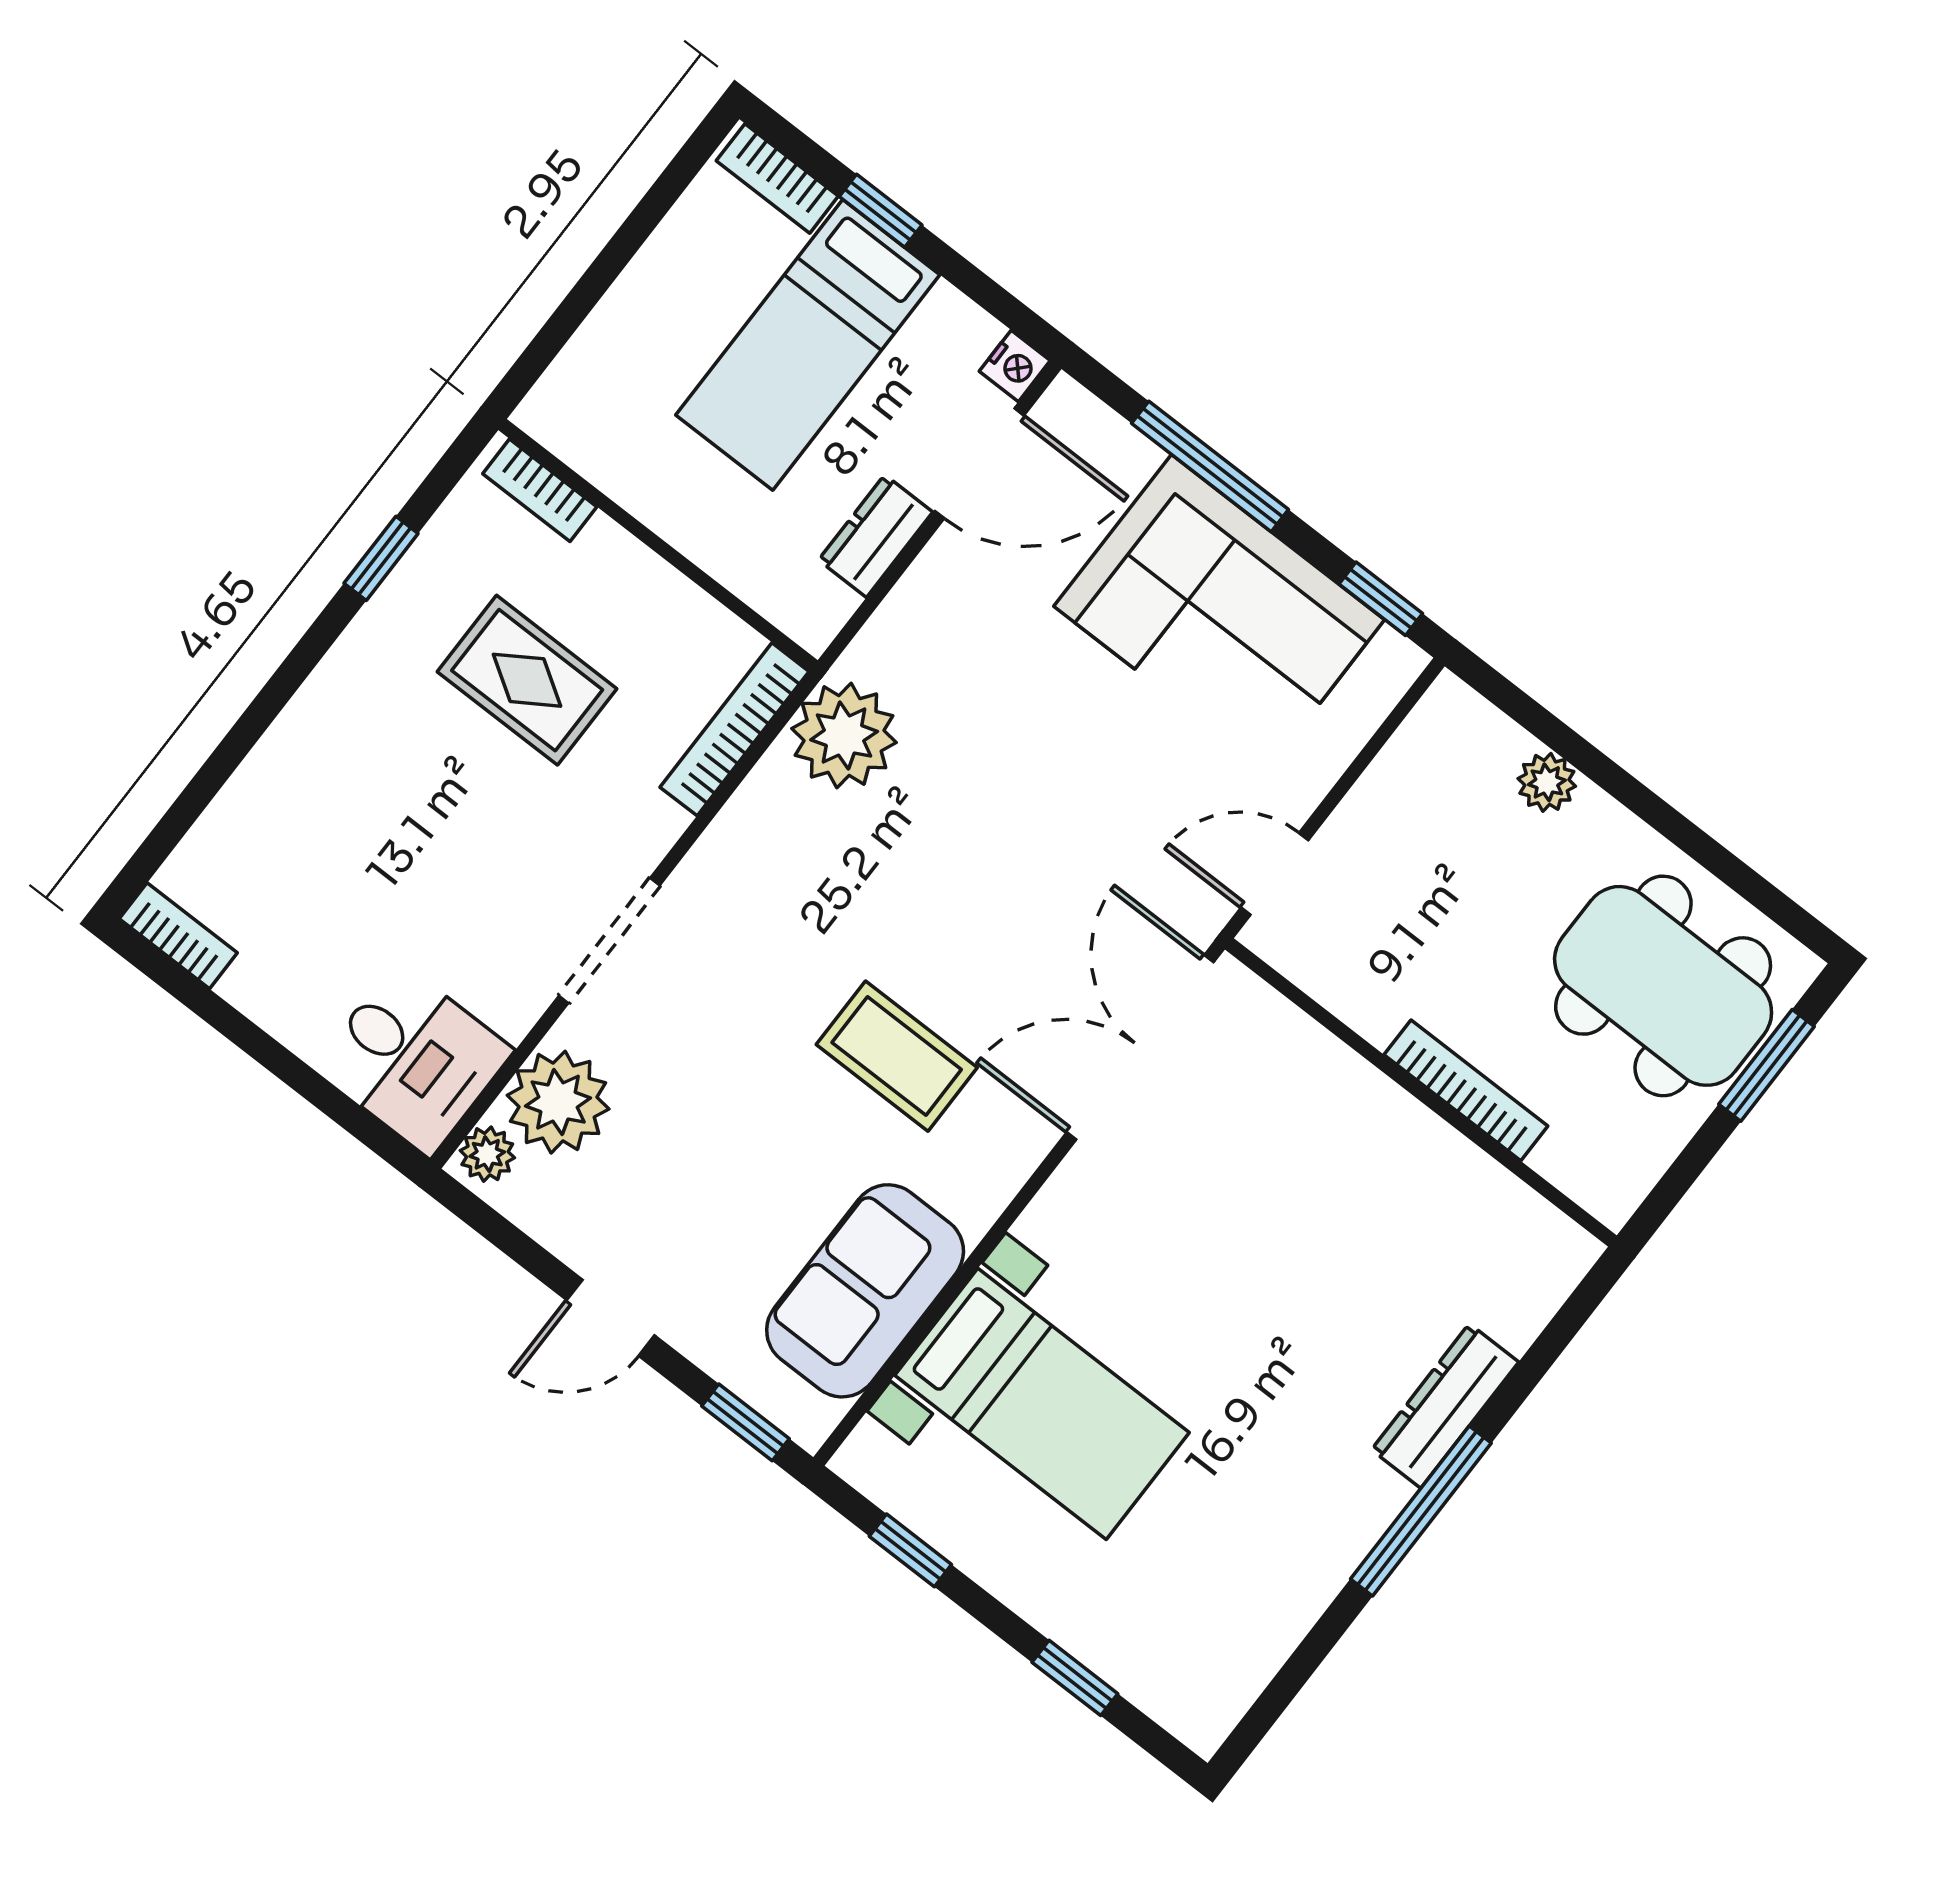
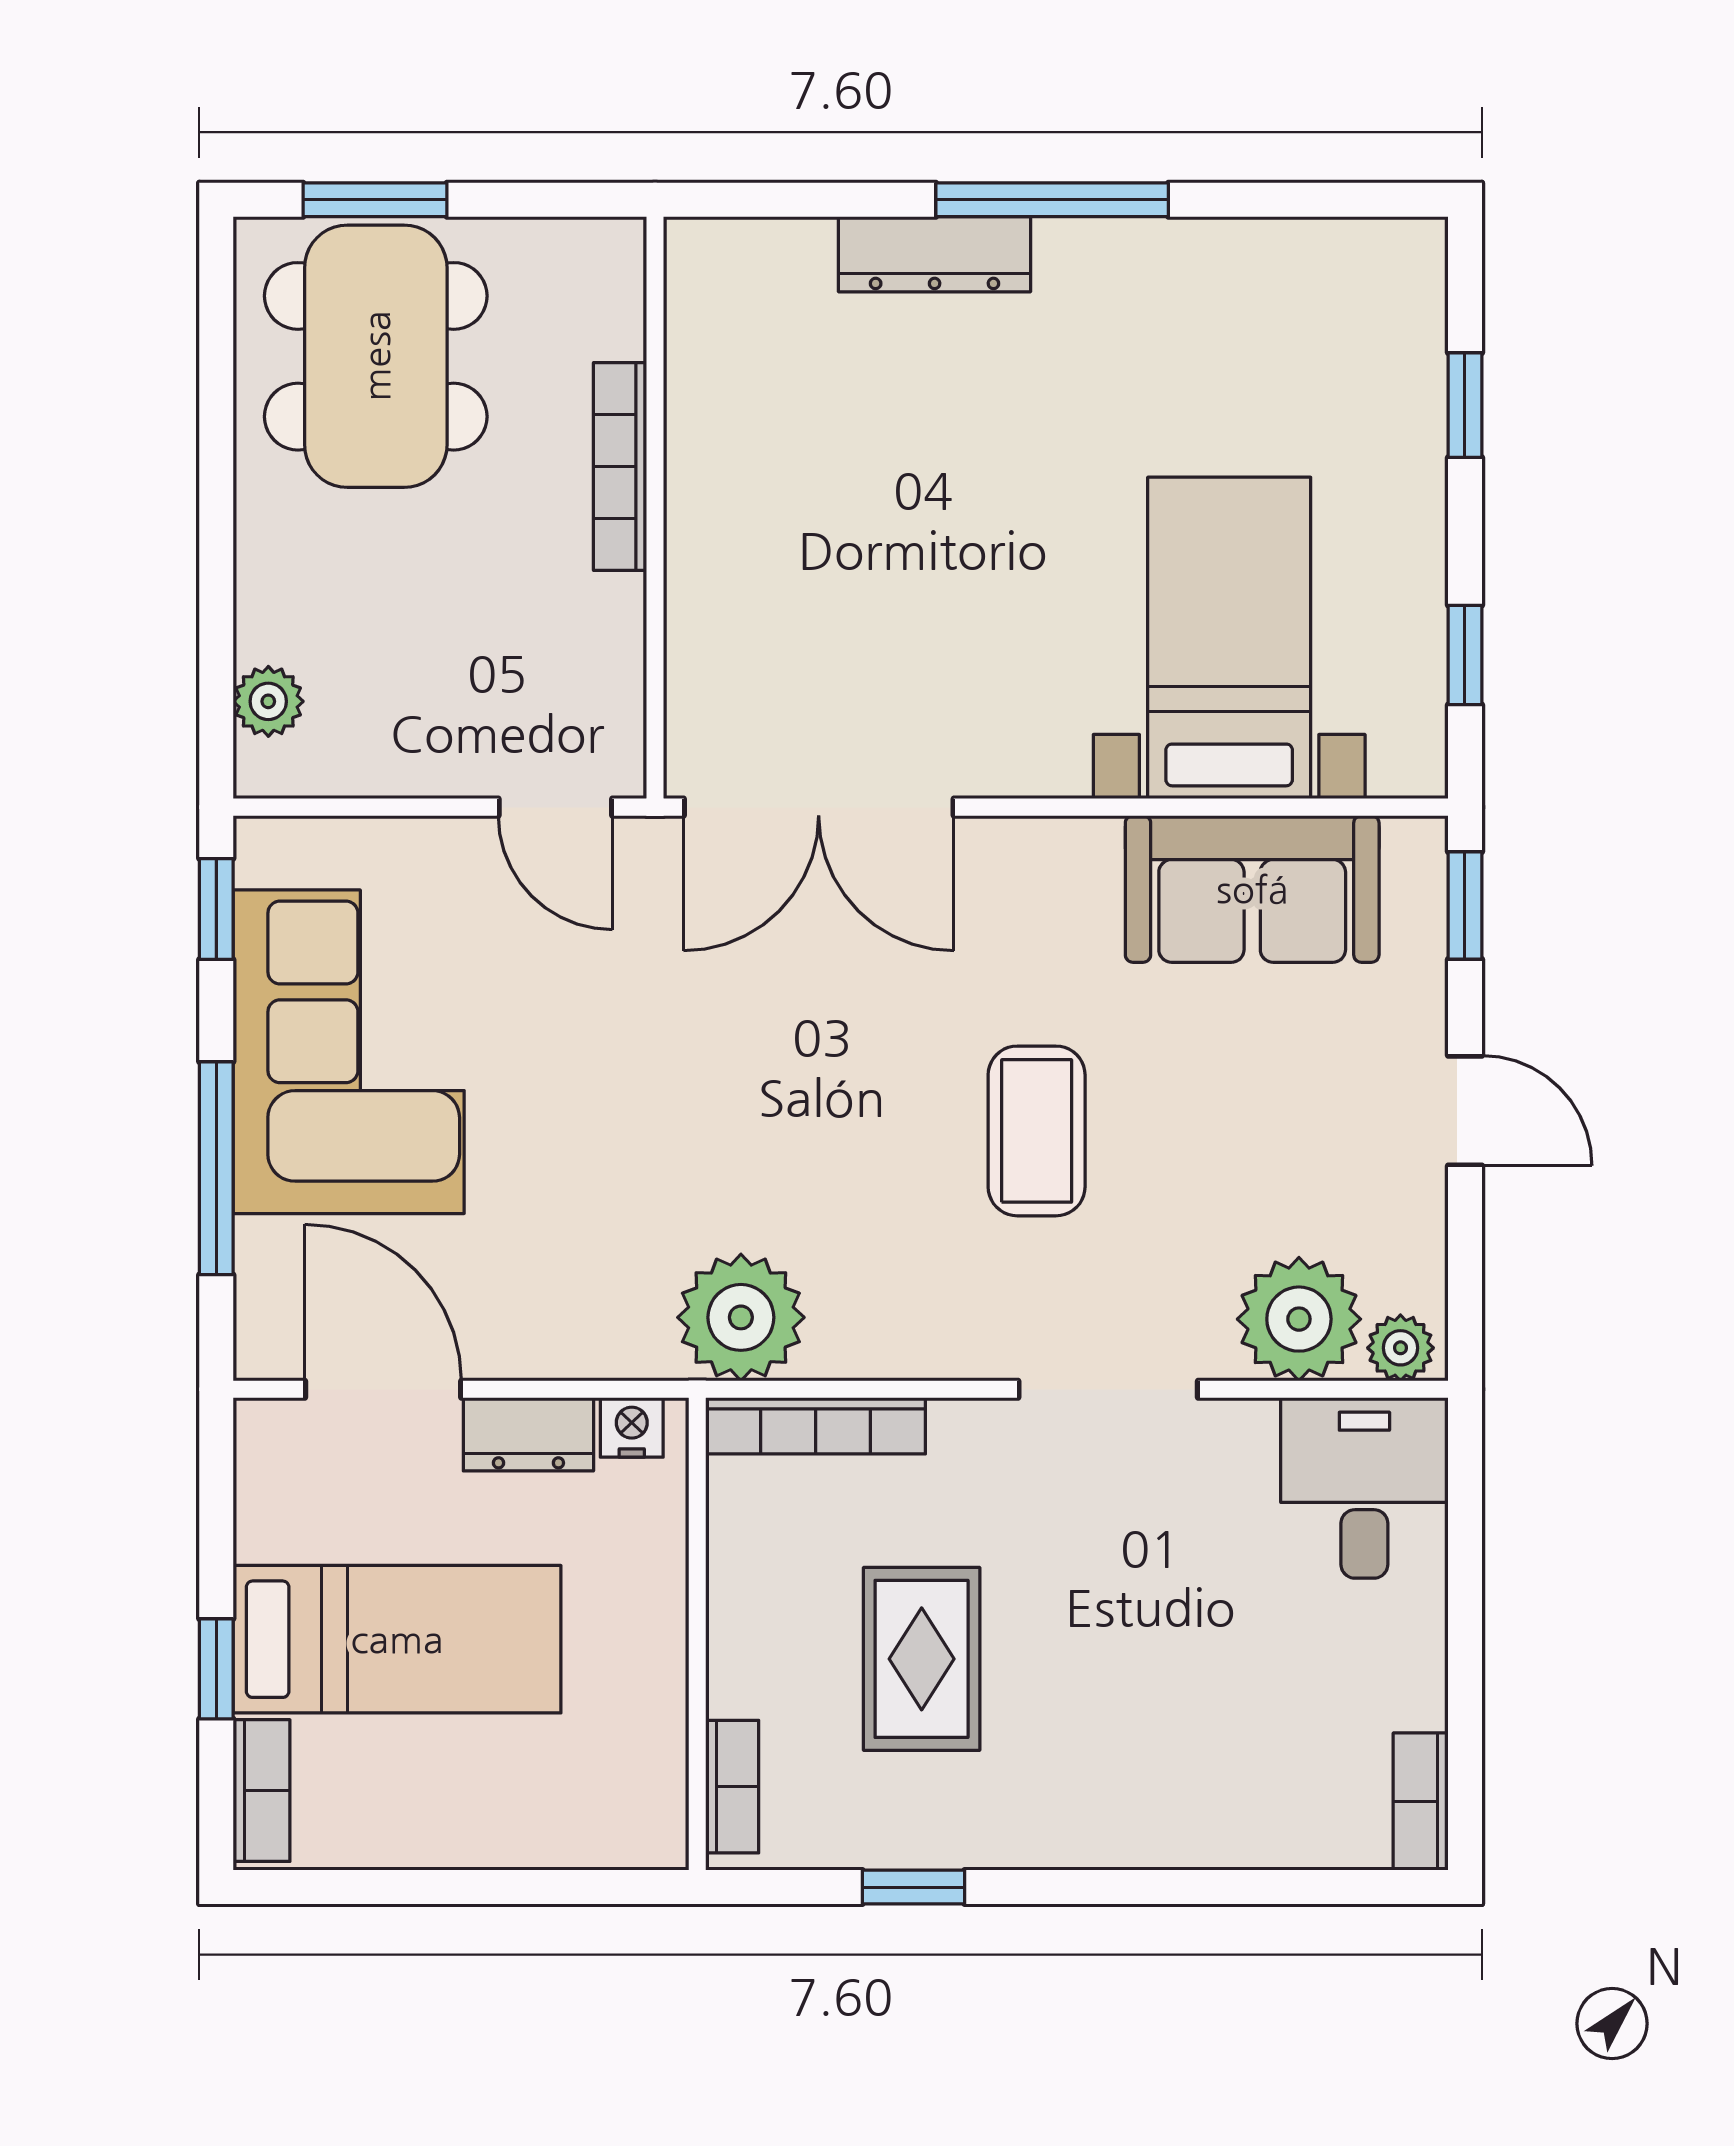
nightstand: (1015, 366) -> (632, 1427), moved
plant: (1547, 782) -> (268, 701), moved
coffee table: (897, 1056) -> (1037, 1131), moved

